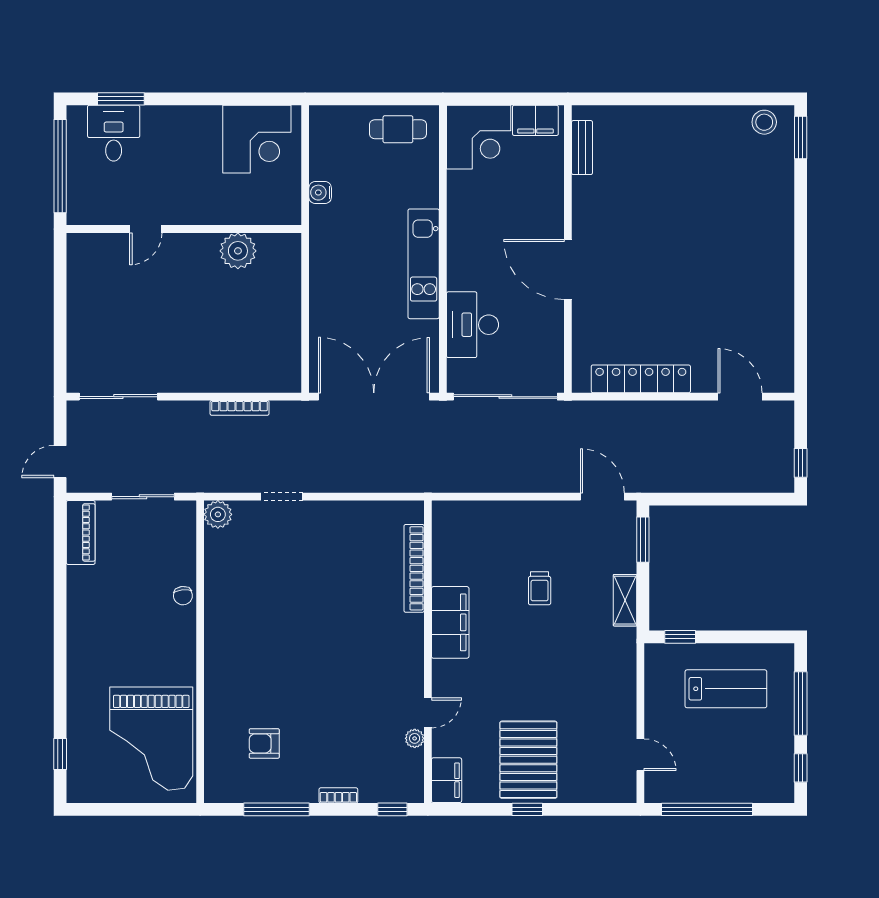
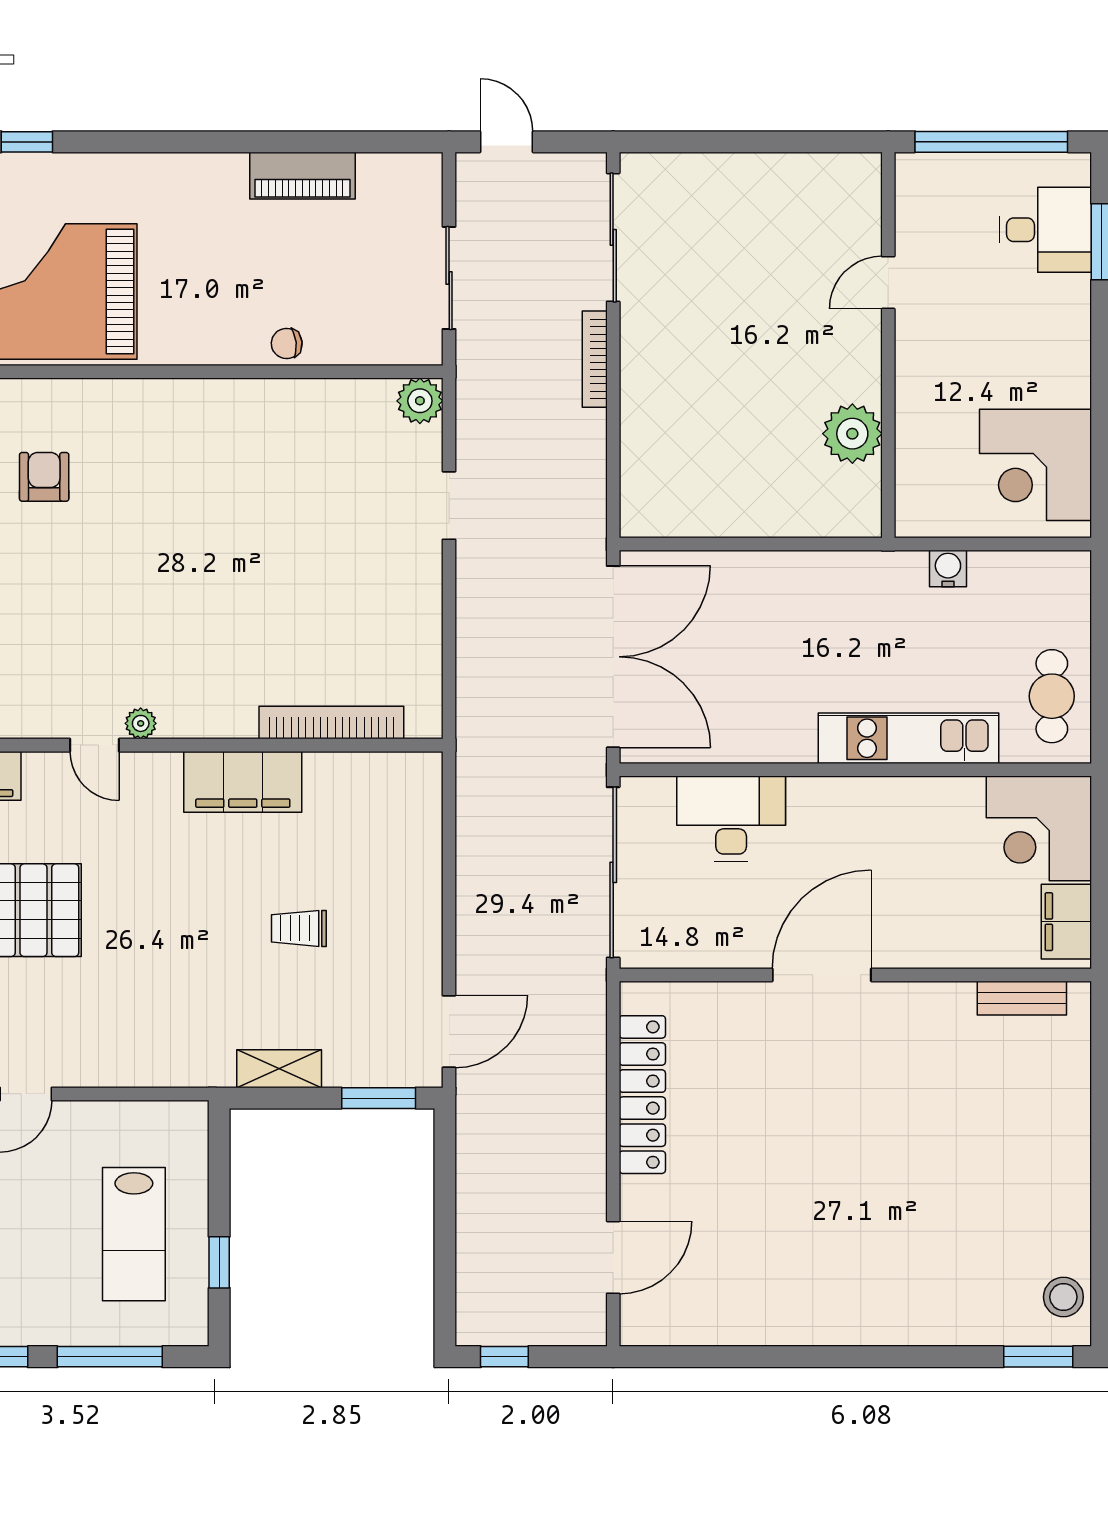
door: (146, 229) -> (888, 283), hinge flipped
kitchen unit: (424, 264) -> (909, 738), moved
bookcase: (240, 408) -> (595, 359), moved
piano: (81, 532) -> (302, 176), moved
window: (680, 637) -> (219, 1262), moved
plant: (415, 738) -> (141, 723), moved

